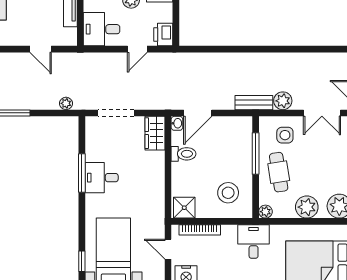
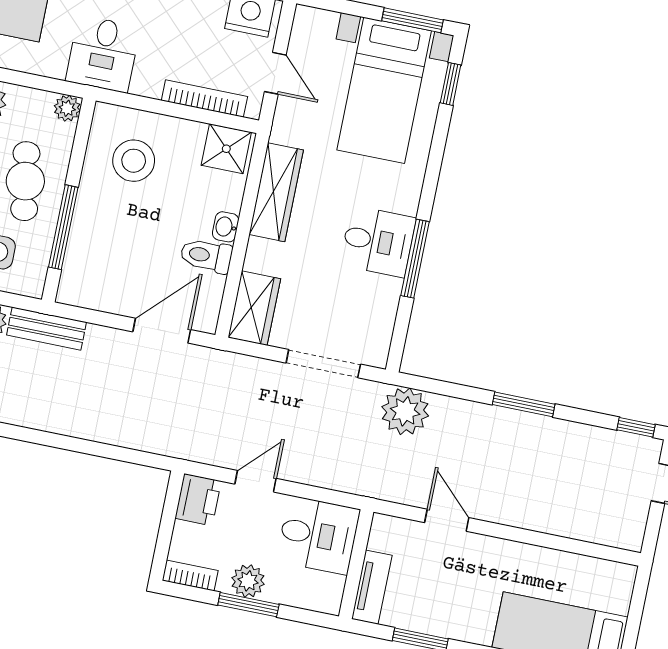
plant: (66, 103) -> (405, 411), width x1.87, depth x1.87
washbasin: (177, 123) -> (226, 227), moved
wardrobe: (156, 191) -> (276, 192), added

